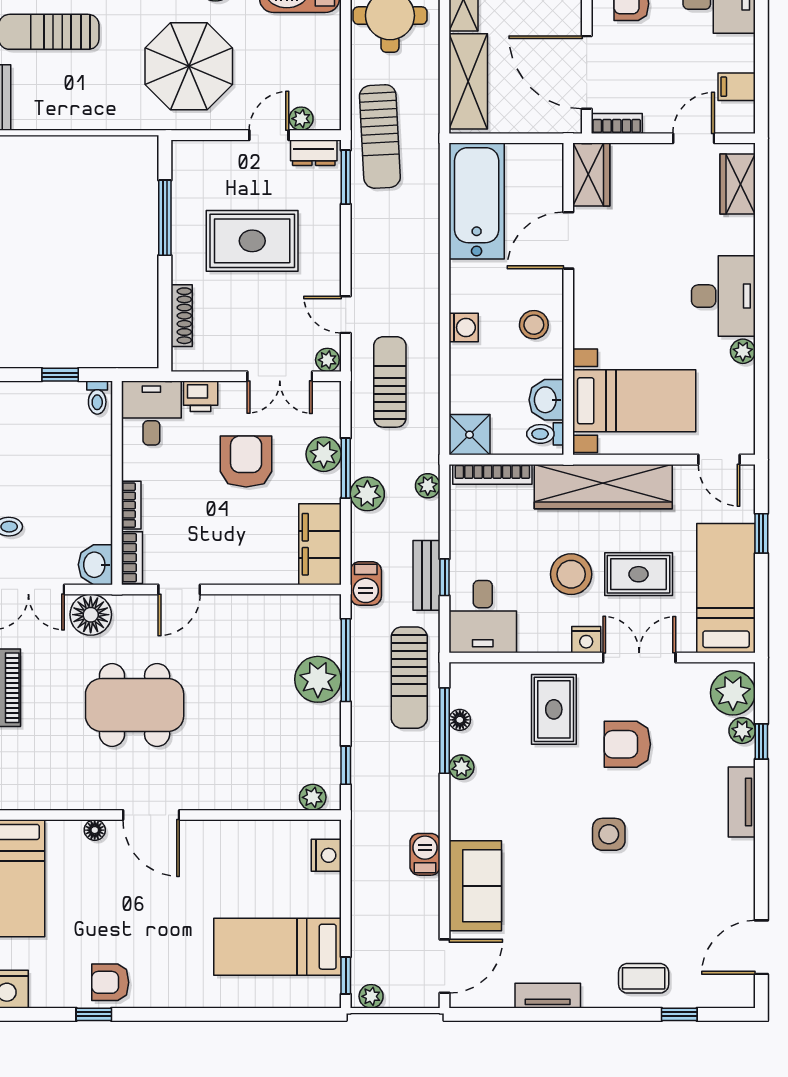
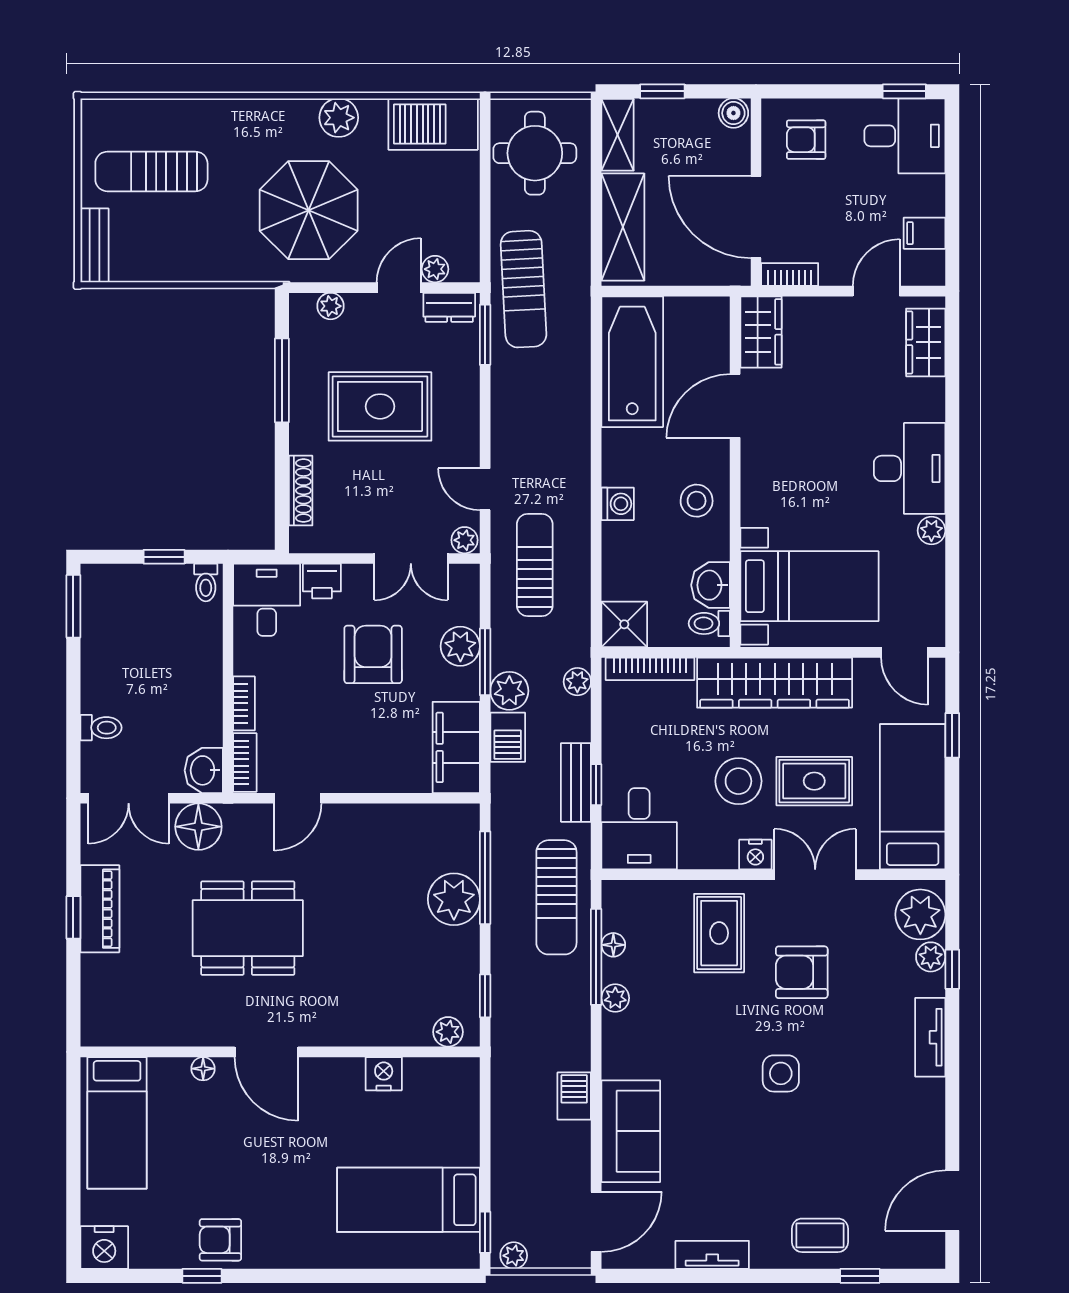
plant: (208, 152) -> (331, 306), added
barbecue: (366, 583) -> (508, 737), moved
nightstand: (326, 855) -> (384, 1074), moved, turned -90

